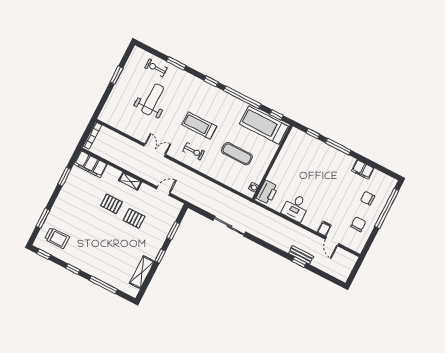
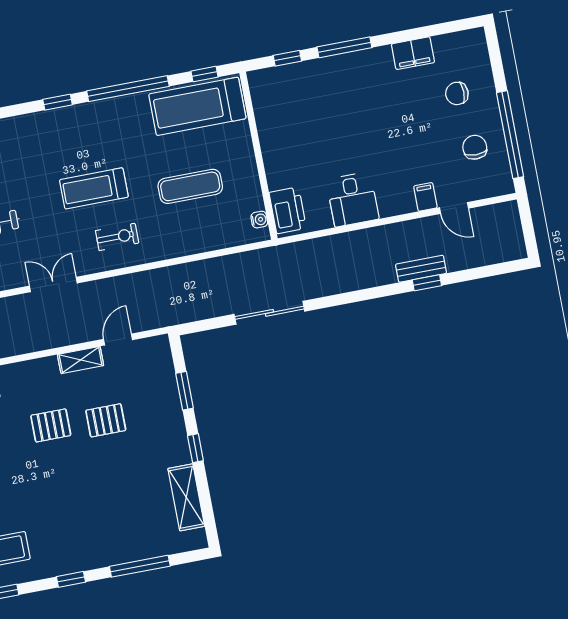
shelving: (130, 181) -> (81, 360), moved
window: (387, 208) -> (510, 135), moved

